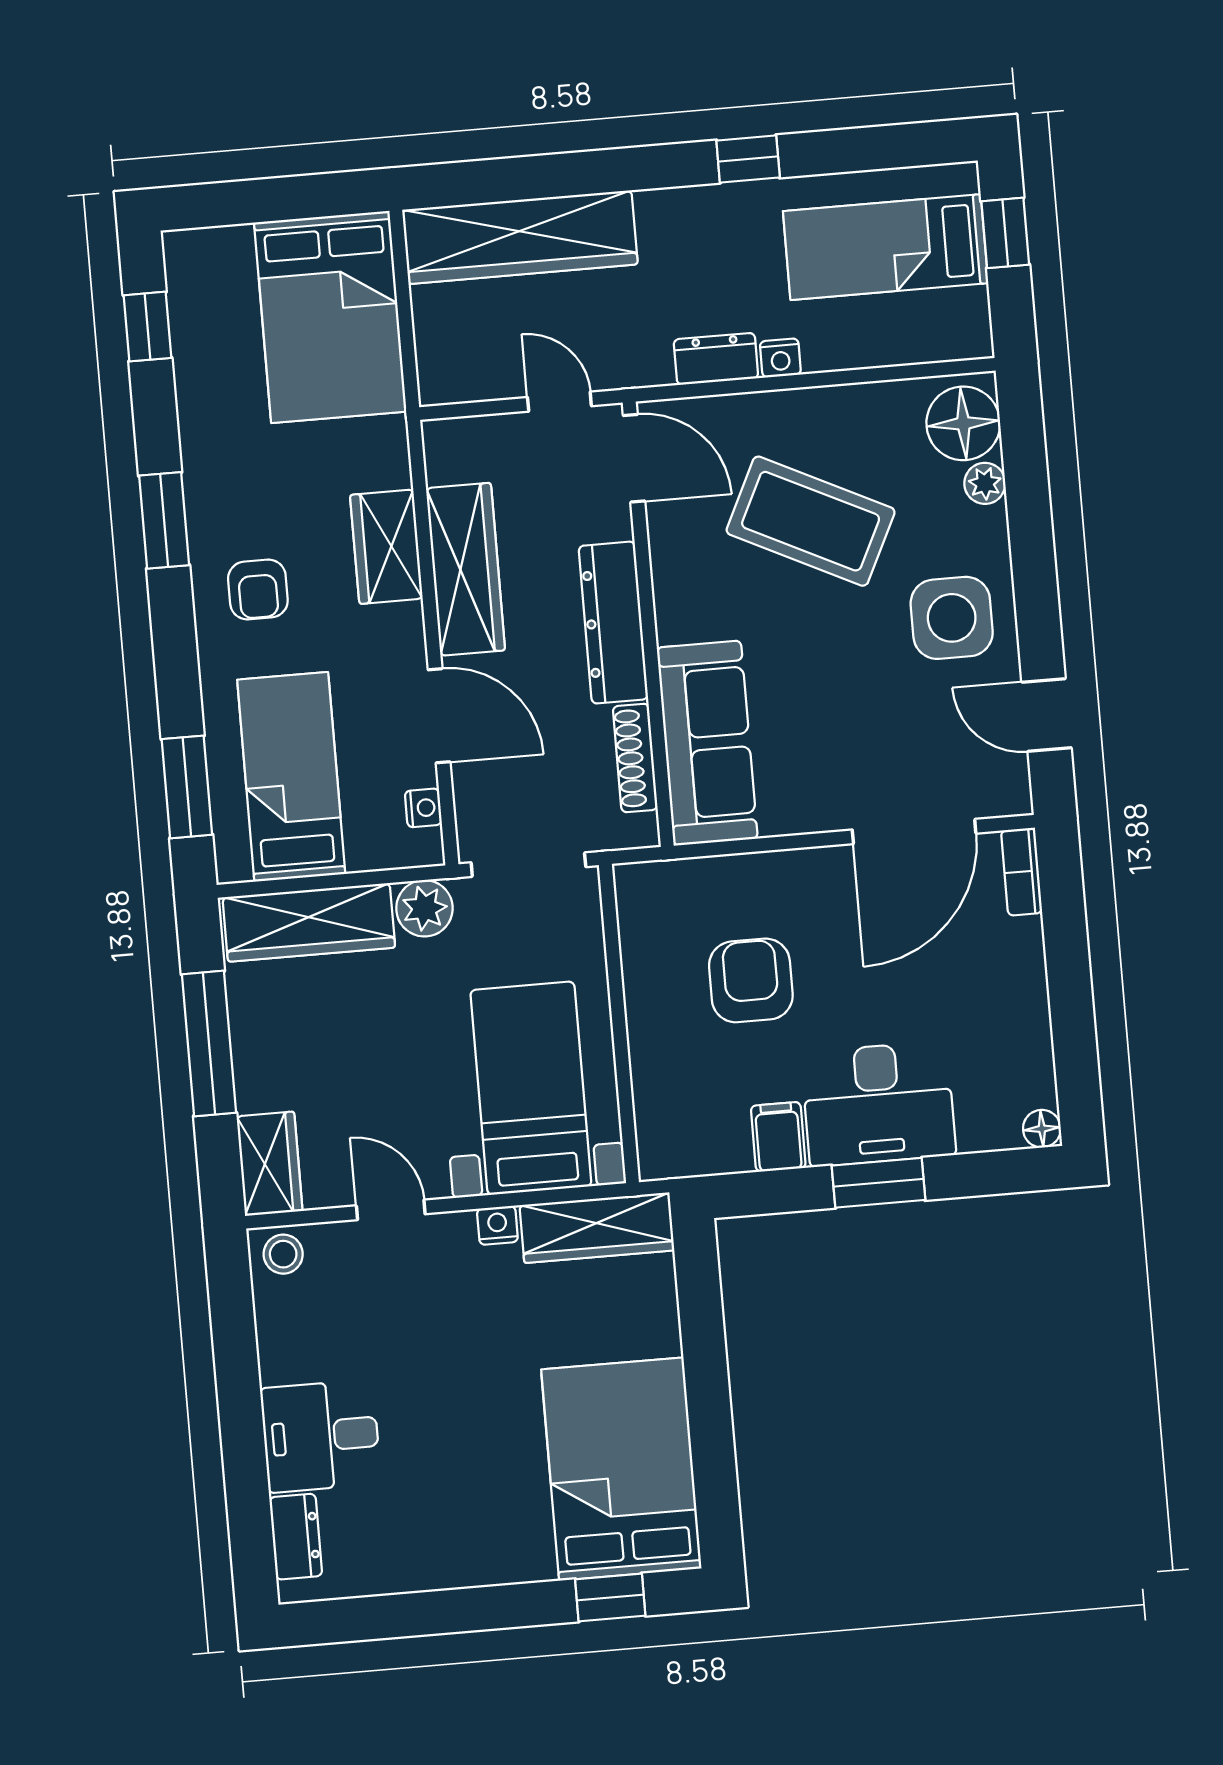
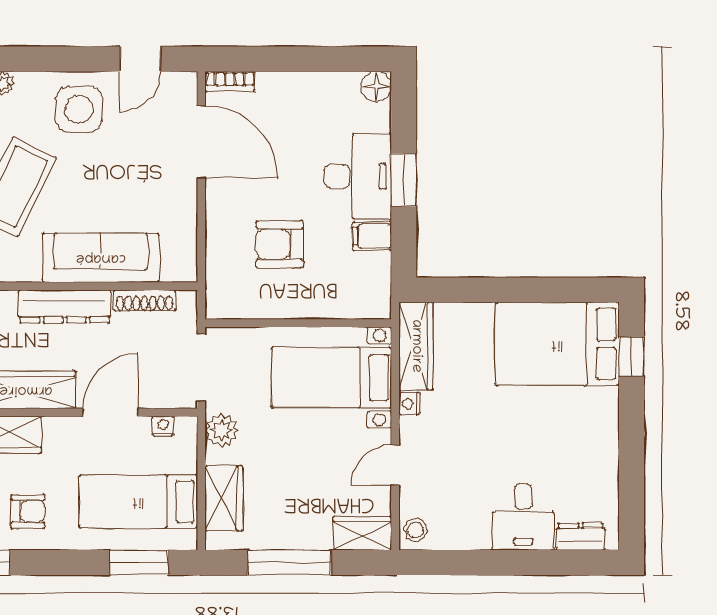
sofa: (707, 743) -> (101, 258), moved
wardrobe: (309, 922) -> (224, 498), width x0.67
floor lamp: (1042, 1129) -> (376, 86), width x1.37, depth x1.37

